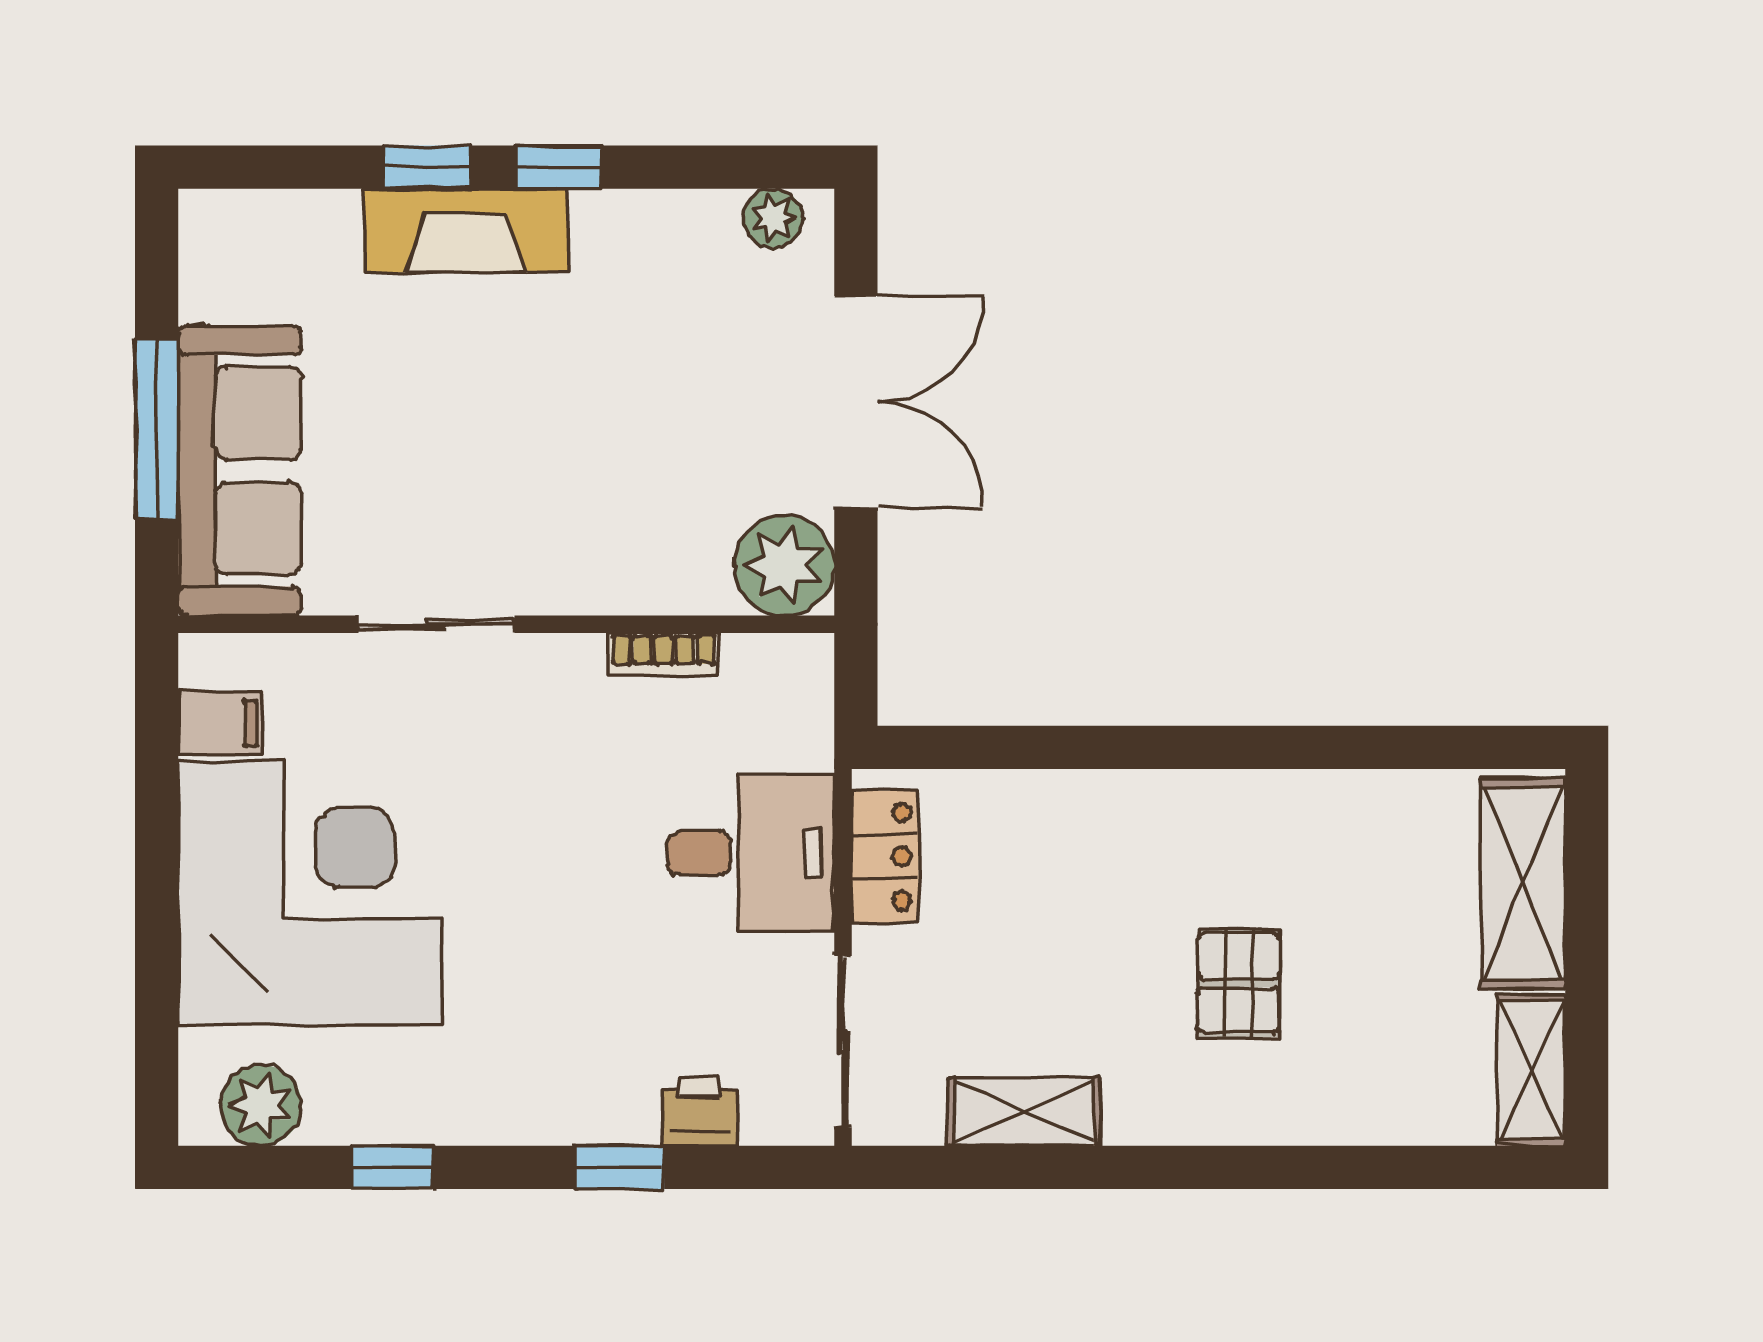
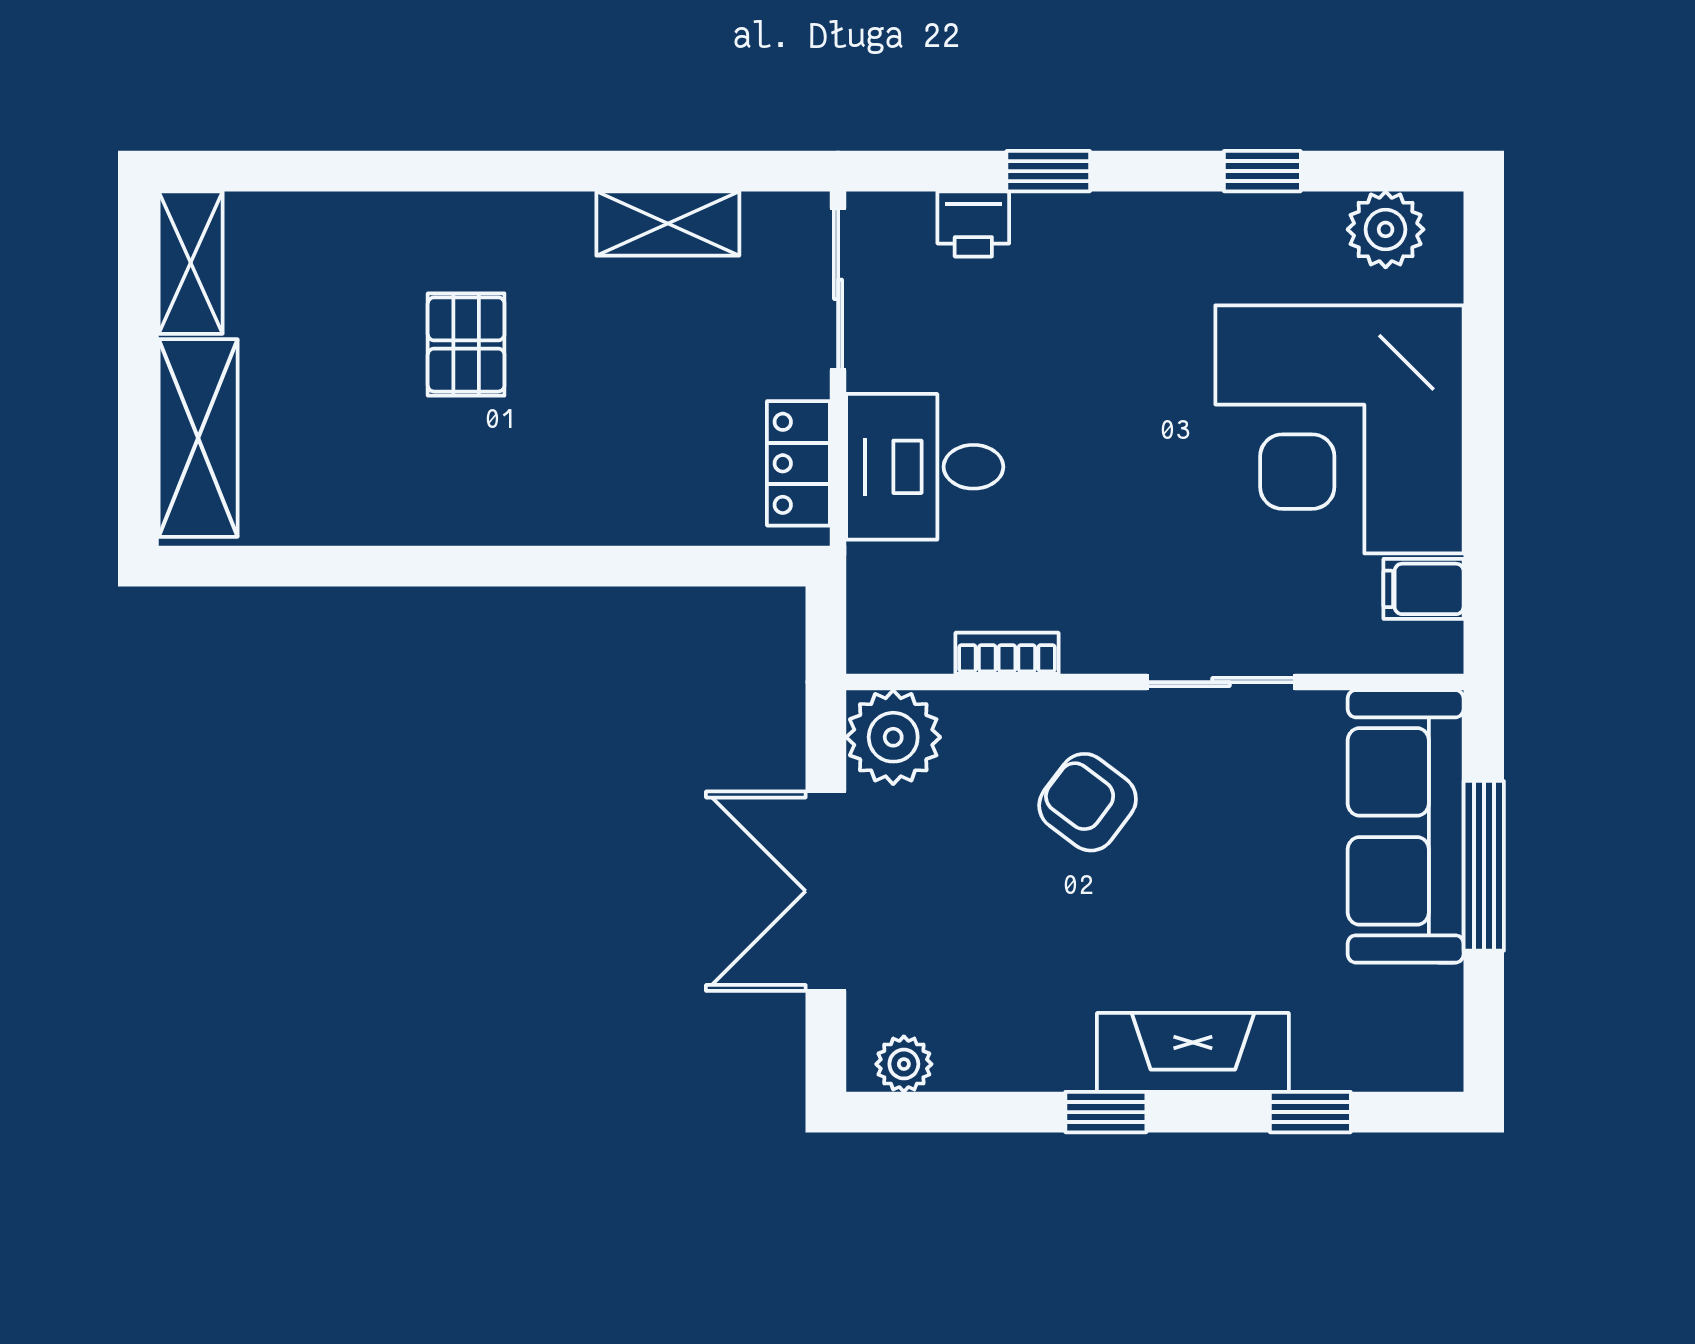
window: (428, 167) -> (1310, 1112), moved
armchair: (578, 496) -> (1088, 802), added

